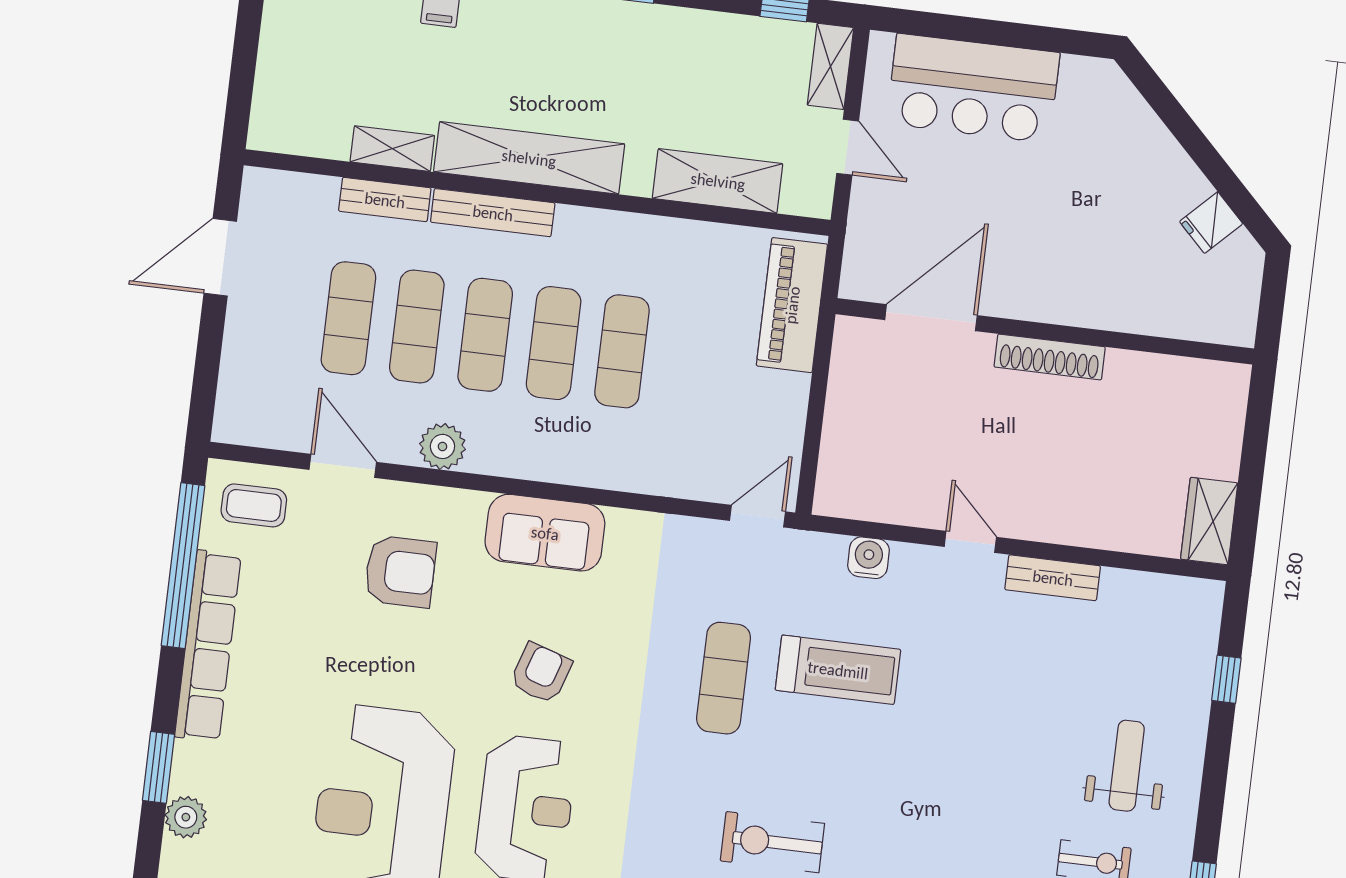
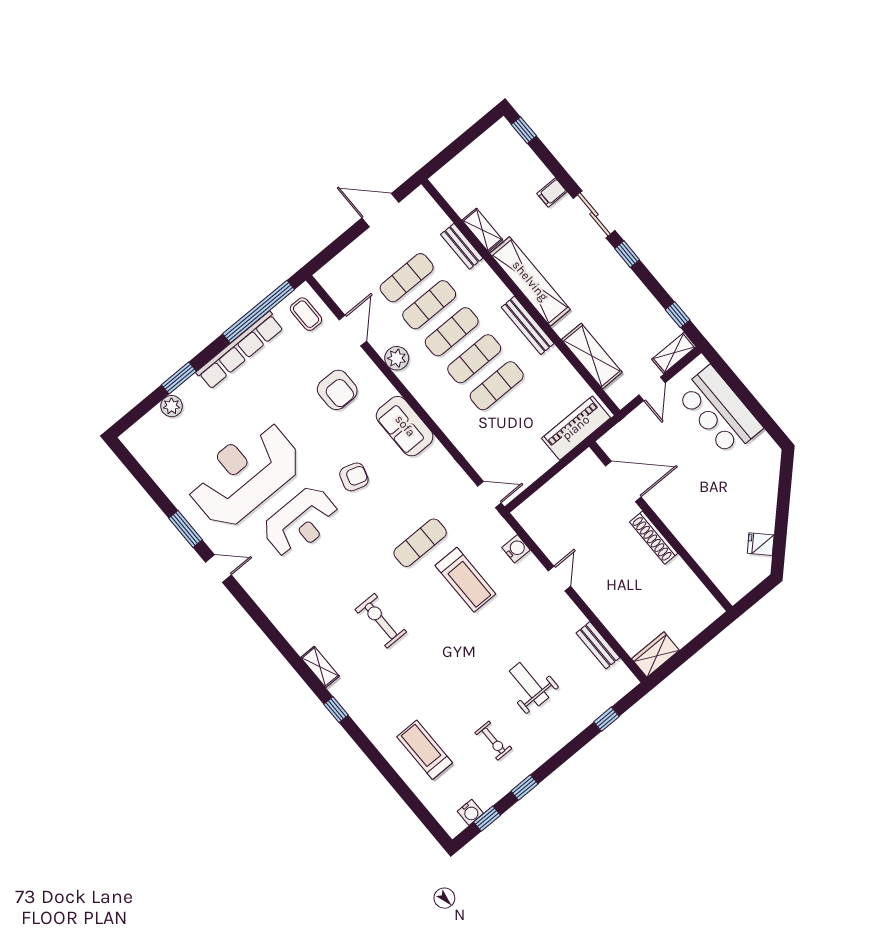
bench: (493, 213) -> (528, 325), moved
bench: (1053, 578) -> (598, 645), moved
weight bench: (1127, 766) -> (529, 684), moved, turned -90

